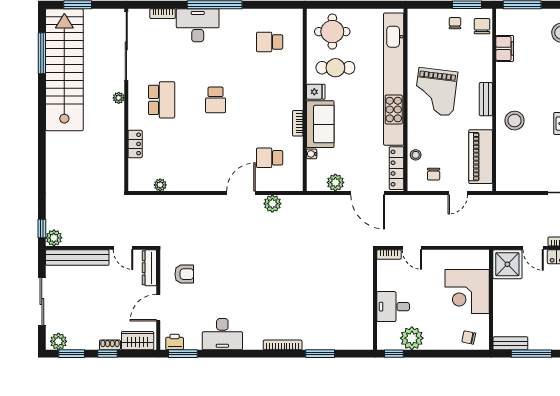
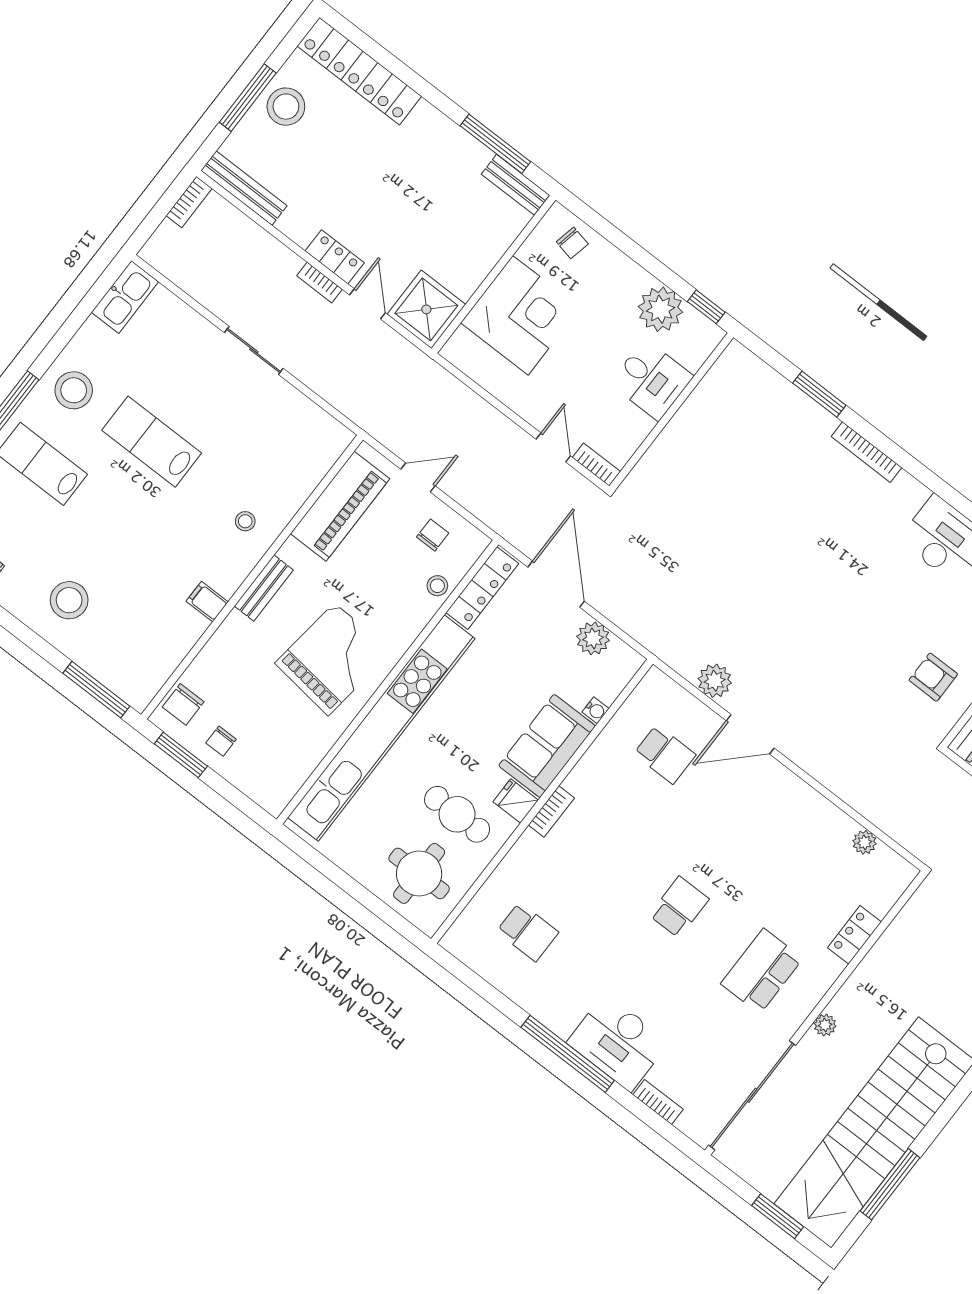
filing cabinet: (505, 48) -> (207, 602), moved, width x0.50
stool: (514, 121) -> (245, 521), width x0.53, depth x0.53
bookcase: (298, 123) -> (551, 812), moved

